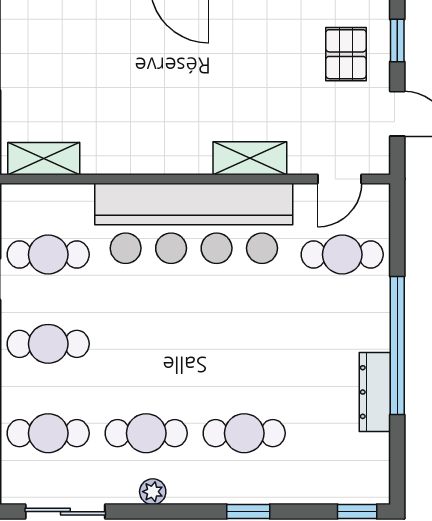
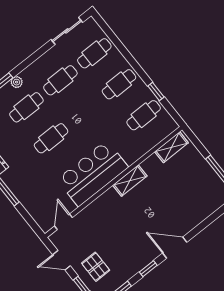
shelving: (250, 158) -> (130, 181), moved
bar counter: (194, 223) -> (93, 173), width x0.73
cafe table: (342, 255) -> (51, 138), moved
plant: (153, 492) -> (17, 82), moved

